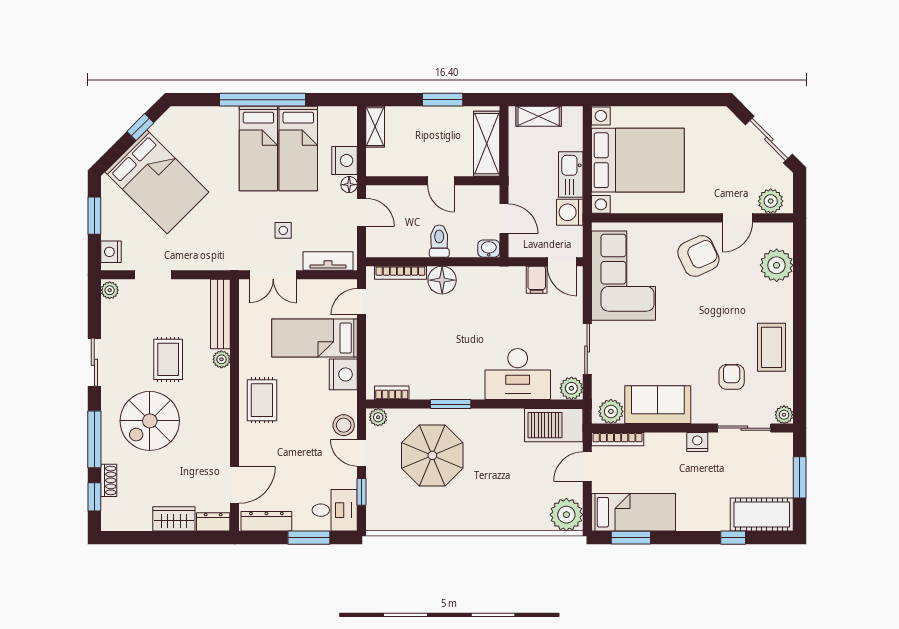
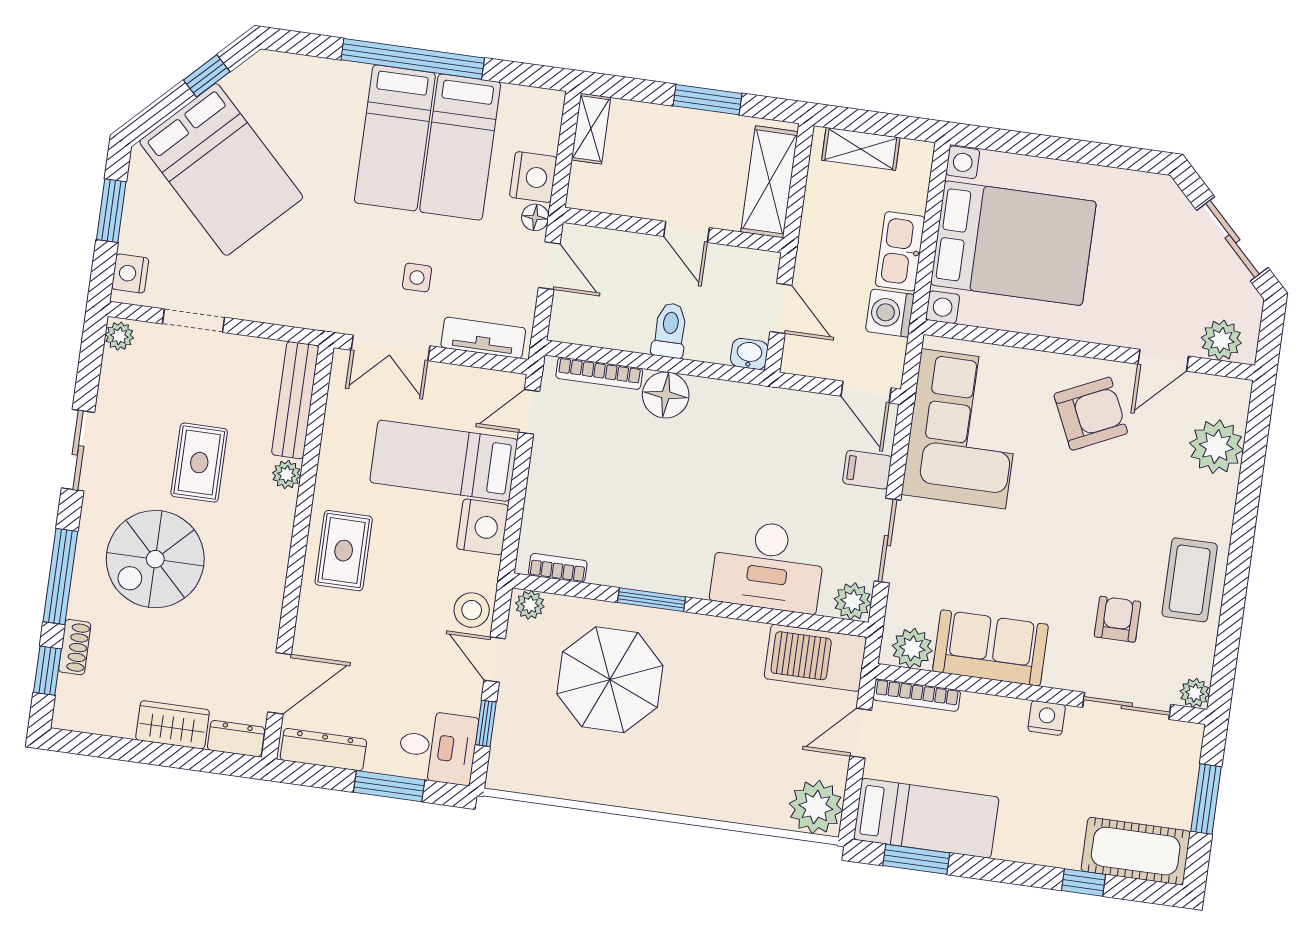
filing cabinet: (537, 280) -> (867, 470), moved, turned 90

